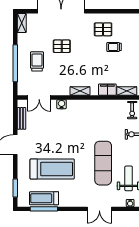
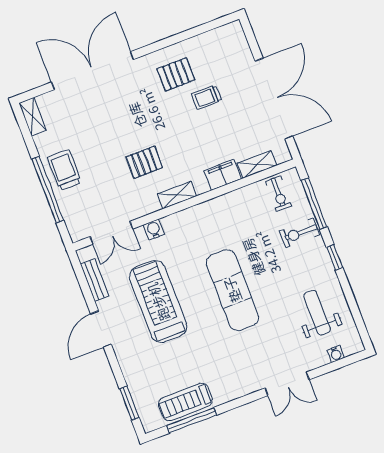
pallet: (62, 46) -> (144, 162), moved
trolley: (37, 61) -> (64, 170), moved
exercise mat: (103, 163) -> (232, 290), moved
treadmill: (52, 169) -> (158, 302), moved, turned -90

